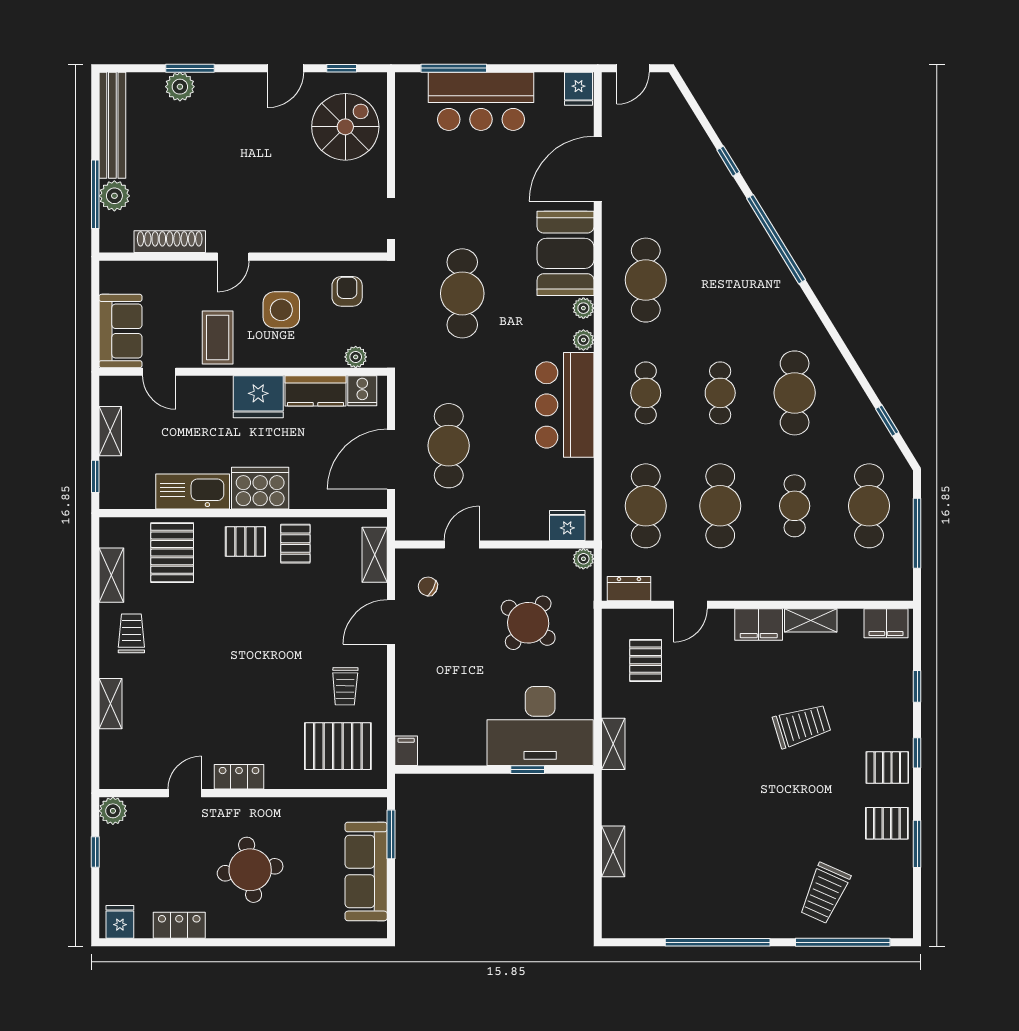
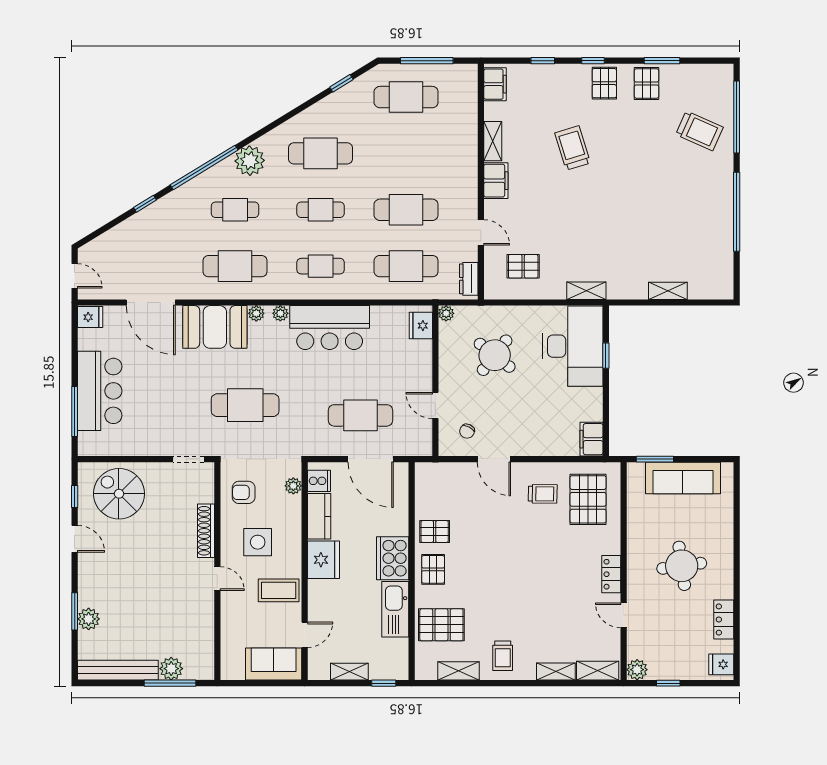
shoe rack: (170, 242) -> (206, 531), moved
plant: (785, 299) -> (250, 161), added
cafe table: (795, 506) -> (235, 210), moved
shelving: (375, 555) -> (598, 671), moved
trolley: (131, 633) -> (503, 656), turned -90
filing cabinet: (406, 751) -> (592, 439), width x2.00

